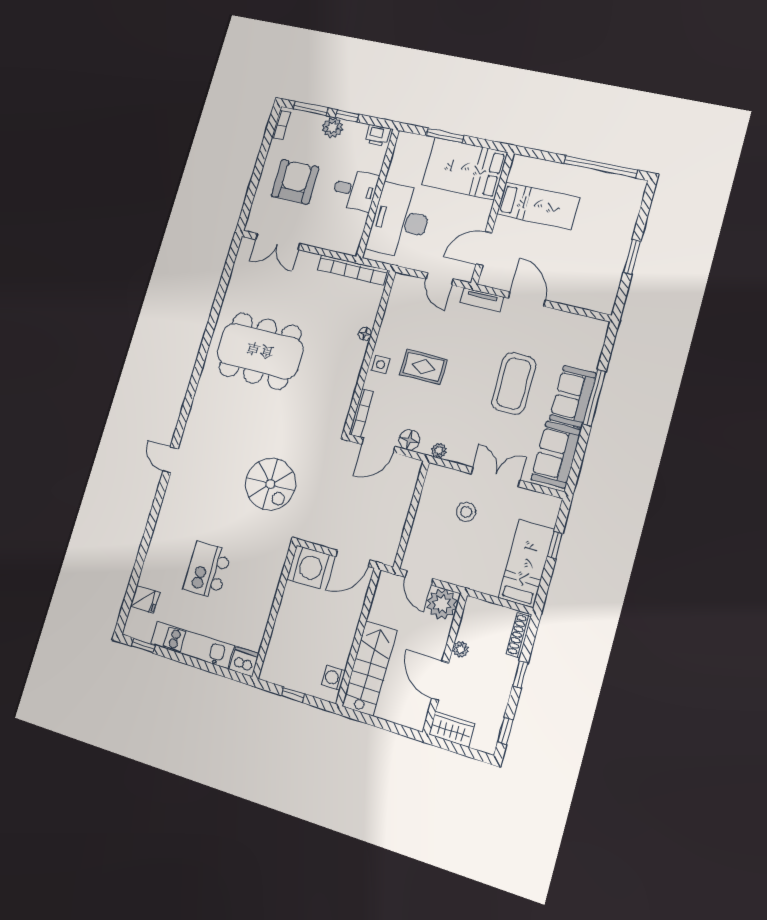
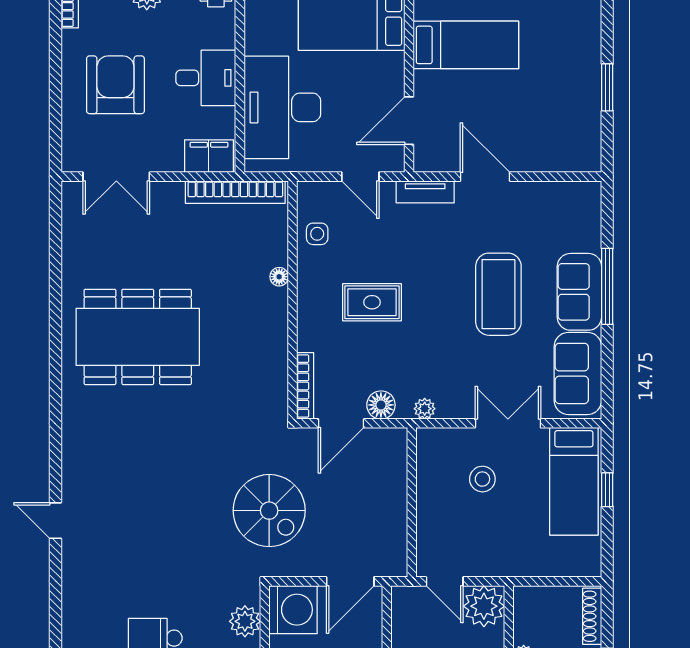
filing cabinet: (342, 242) -> (209, 156), added
side table: (381, 364) -> (317, 234), moved
spiral stairs: (270, 484) -> (269, 511), moved
bed: (526, 563) -> (574, 481), moved, turned 180
plant: (273, 565) -> (245, 621), added

